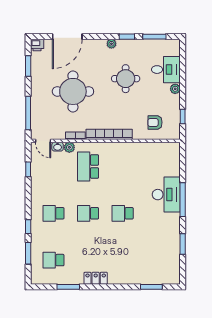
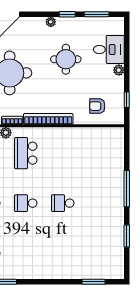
desk: (166, 195) -> (109, 183), removed
locker: (96, 278) -> (34, 273), removed

